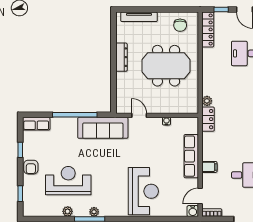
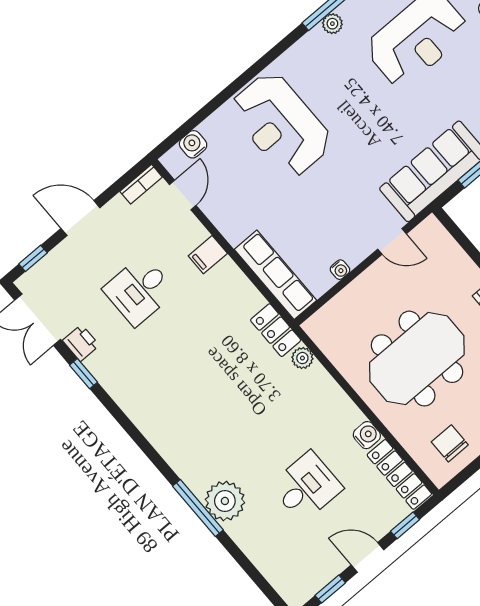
water cooler: (207, 54) -> (367, 435), added
row of seats: (191, 156) -> (275, 275), moved
water cooler: (193, 211) -> (193, 144), moved

